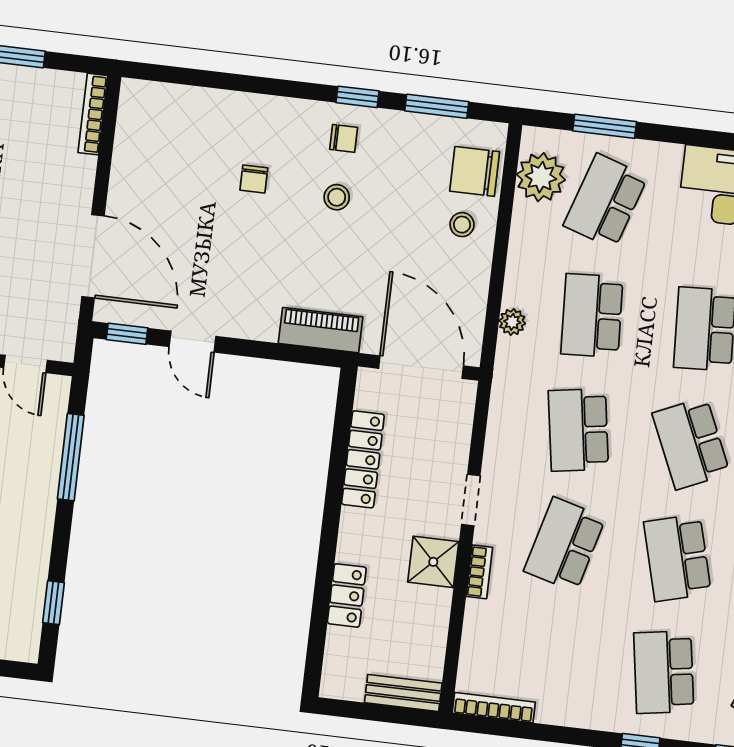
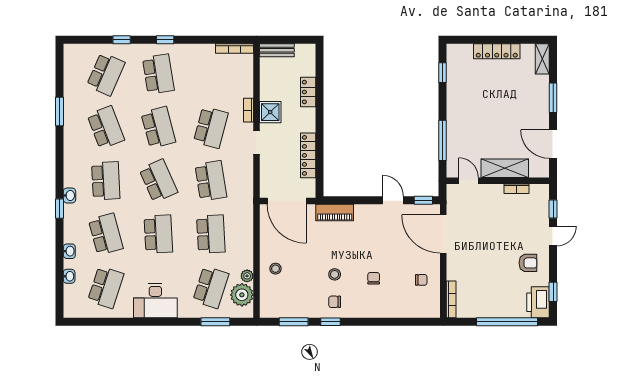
chair: (475, 171) -> (421, 280), moved, width x0.54, depth x0.54
plant: (512, 322) -> (247, 276), moved

